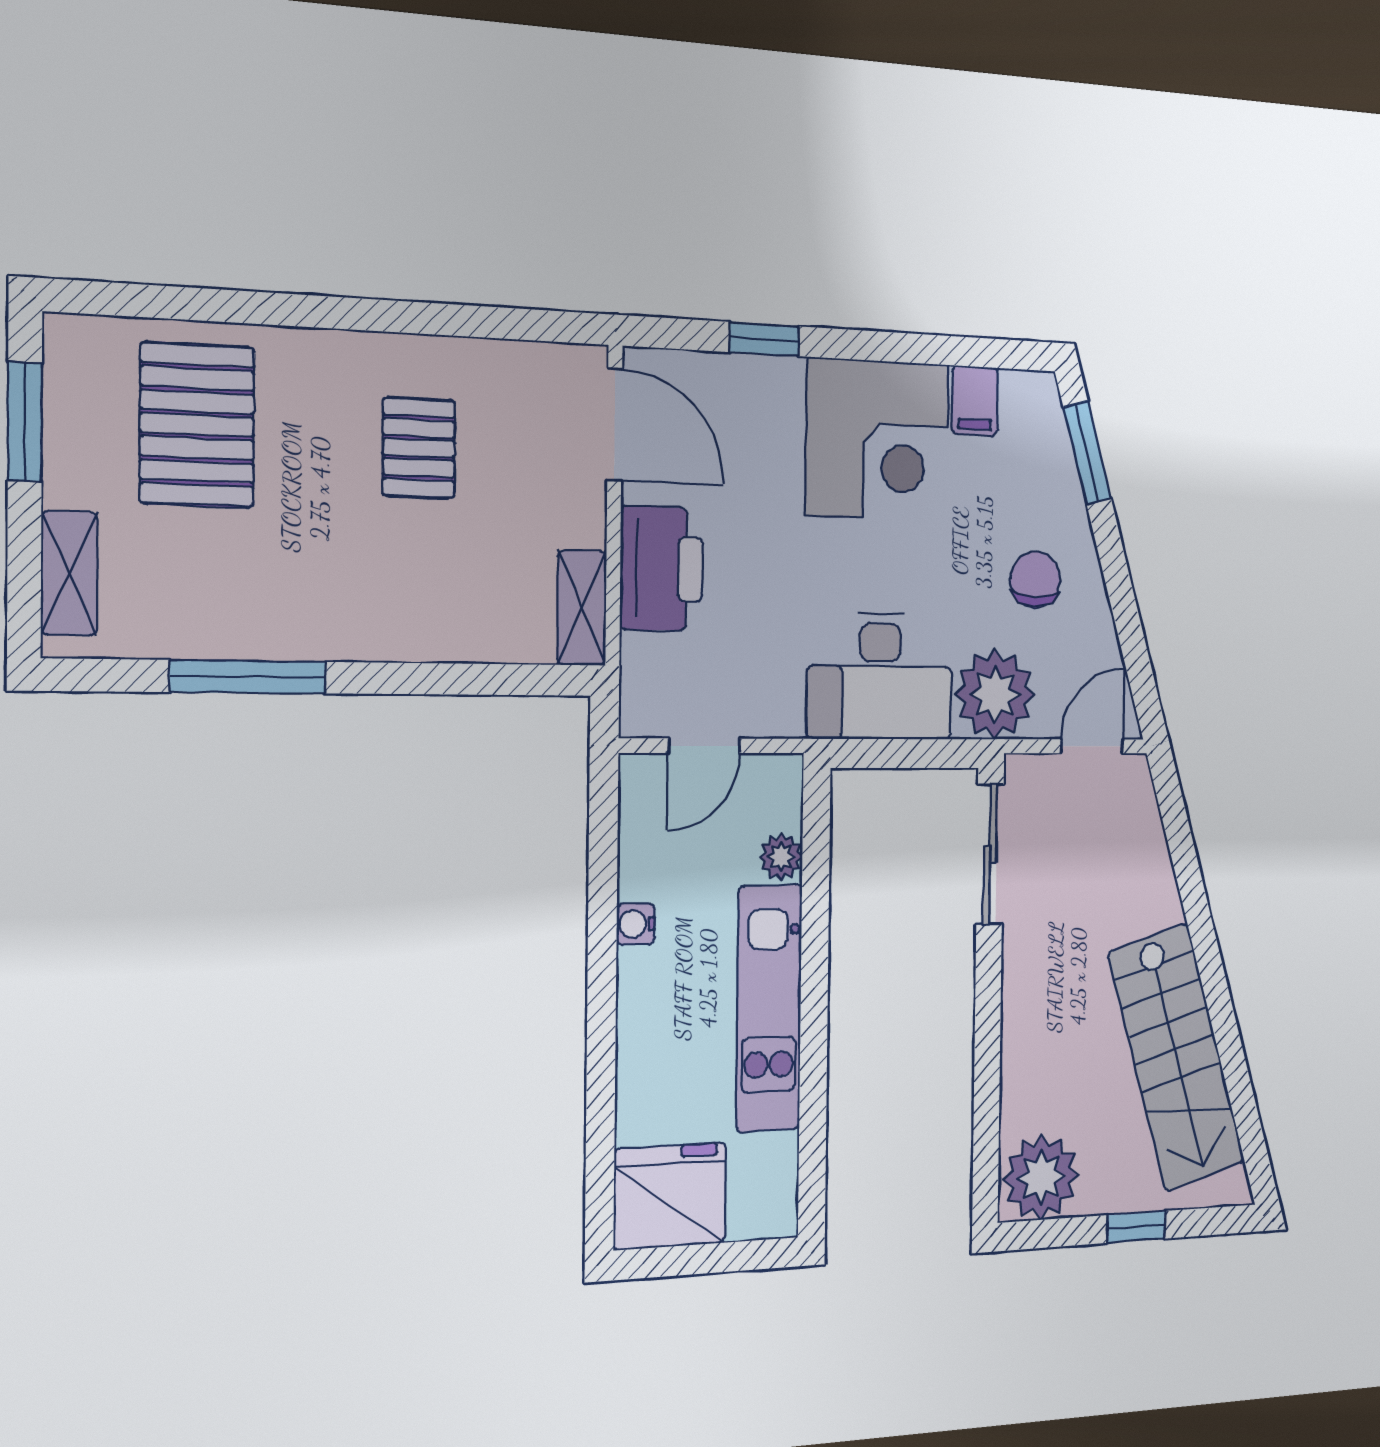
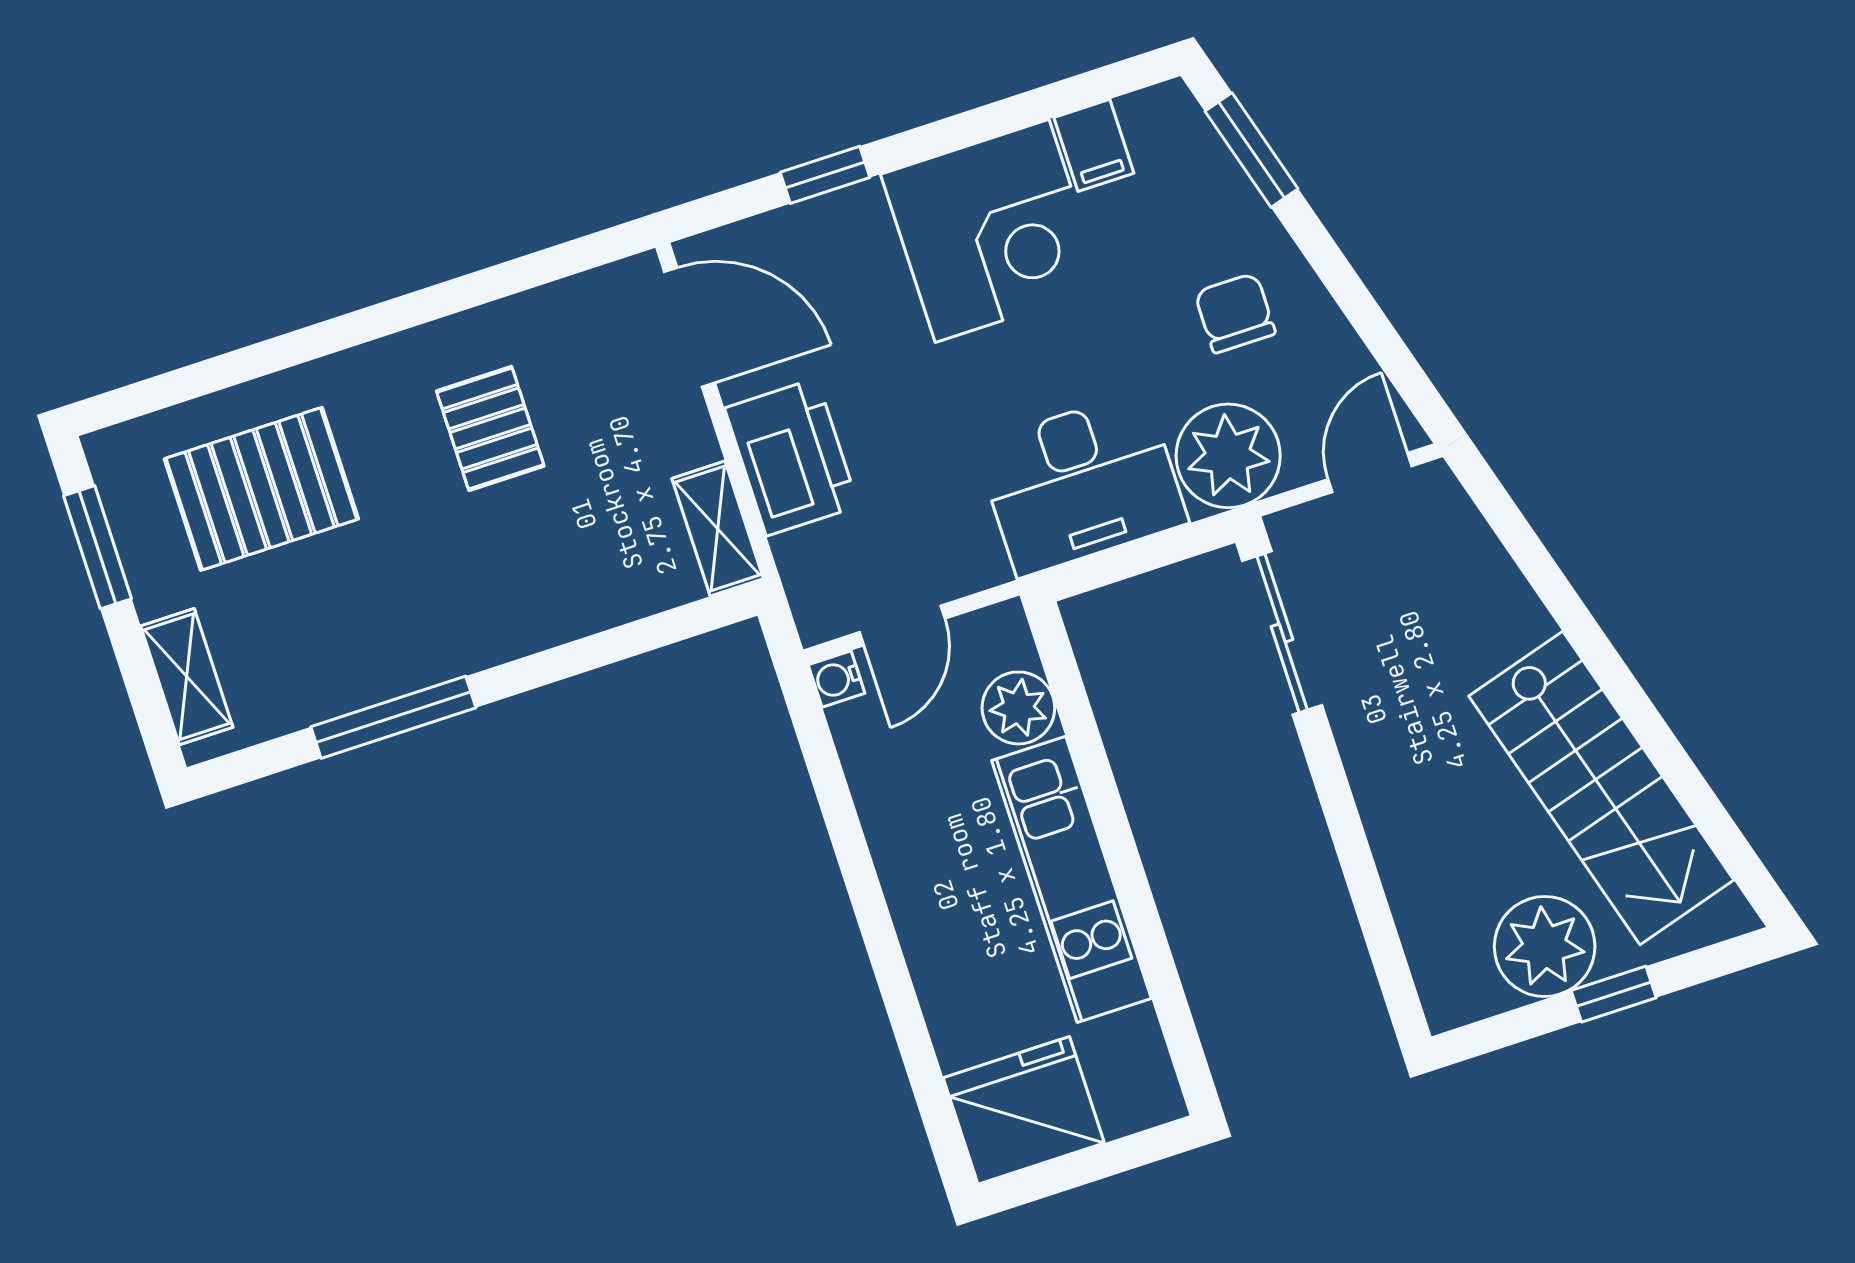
pallet: (197, 425) -> (261, 489), turned 90
plant: (781, 857) -> (1018, 708), width x1.38, depth x1.38
water cooler: (636, 924) -> (837, 679), moved
plant: (1041, 1177) -> (1545, 946), moved

